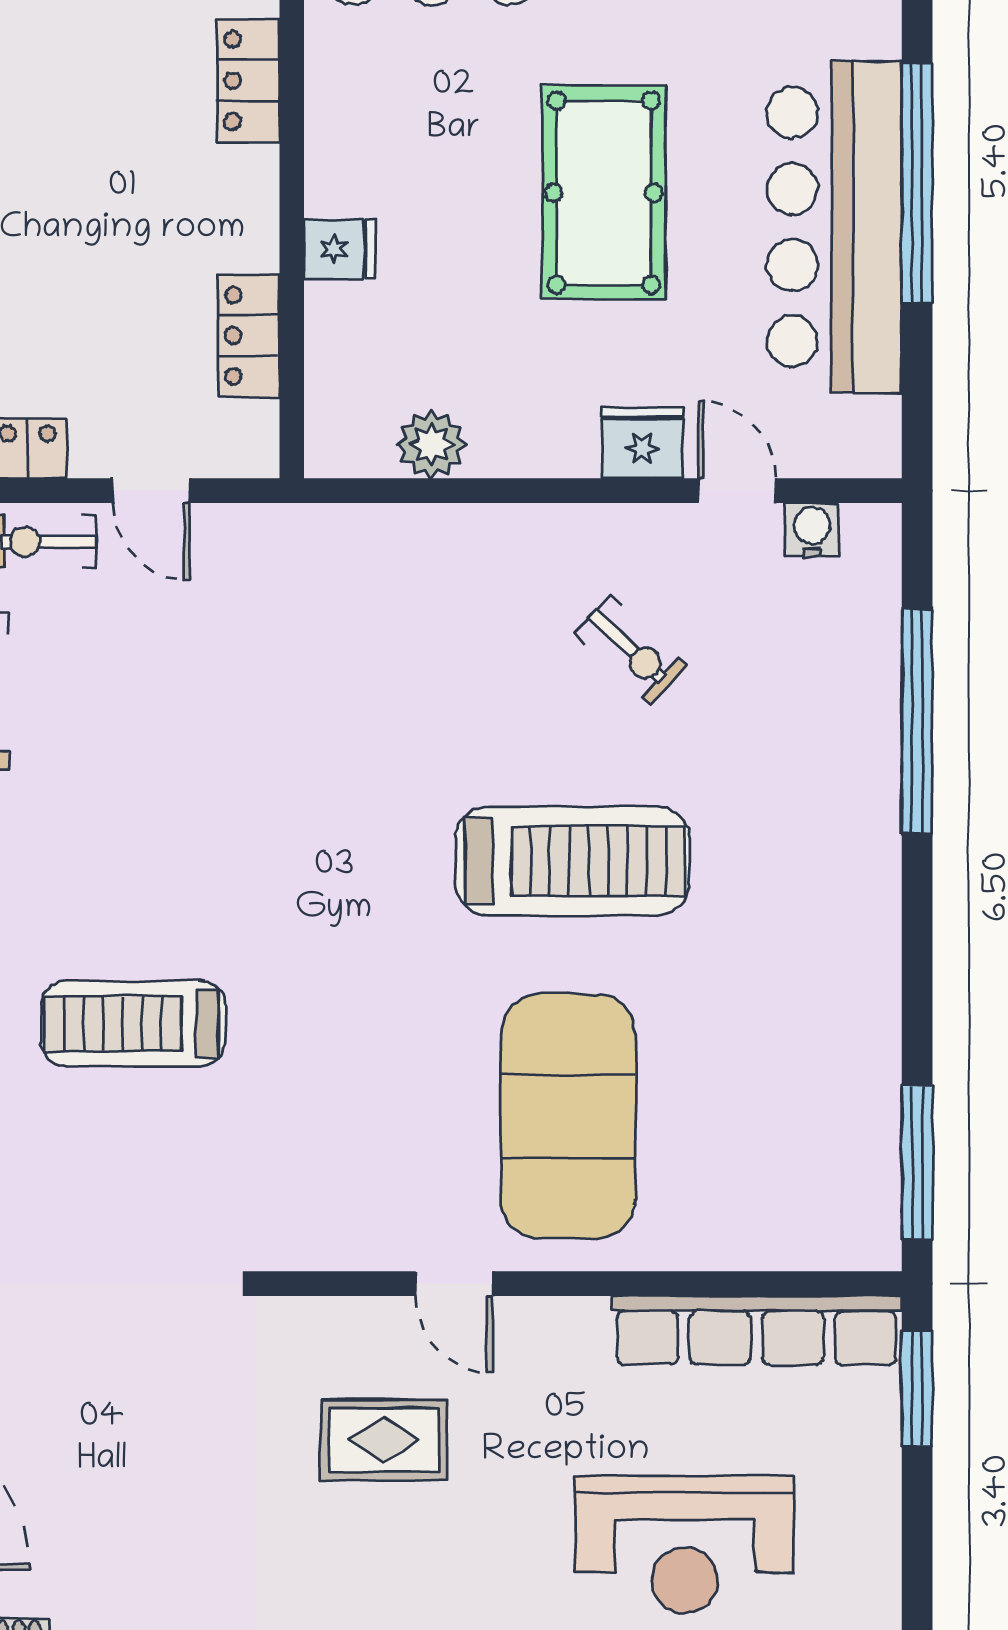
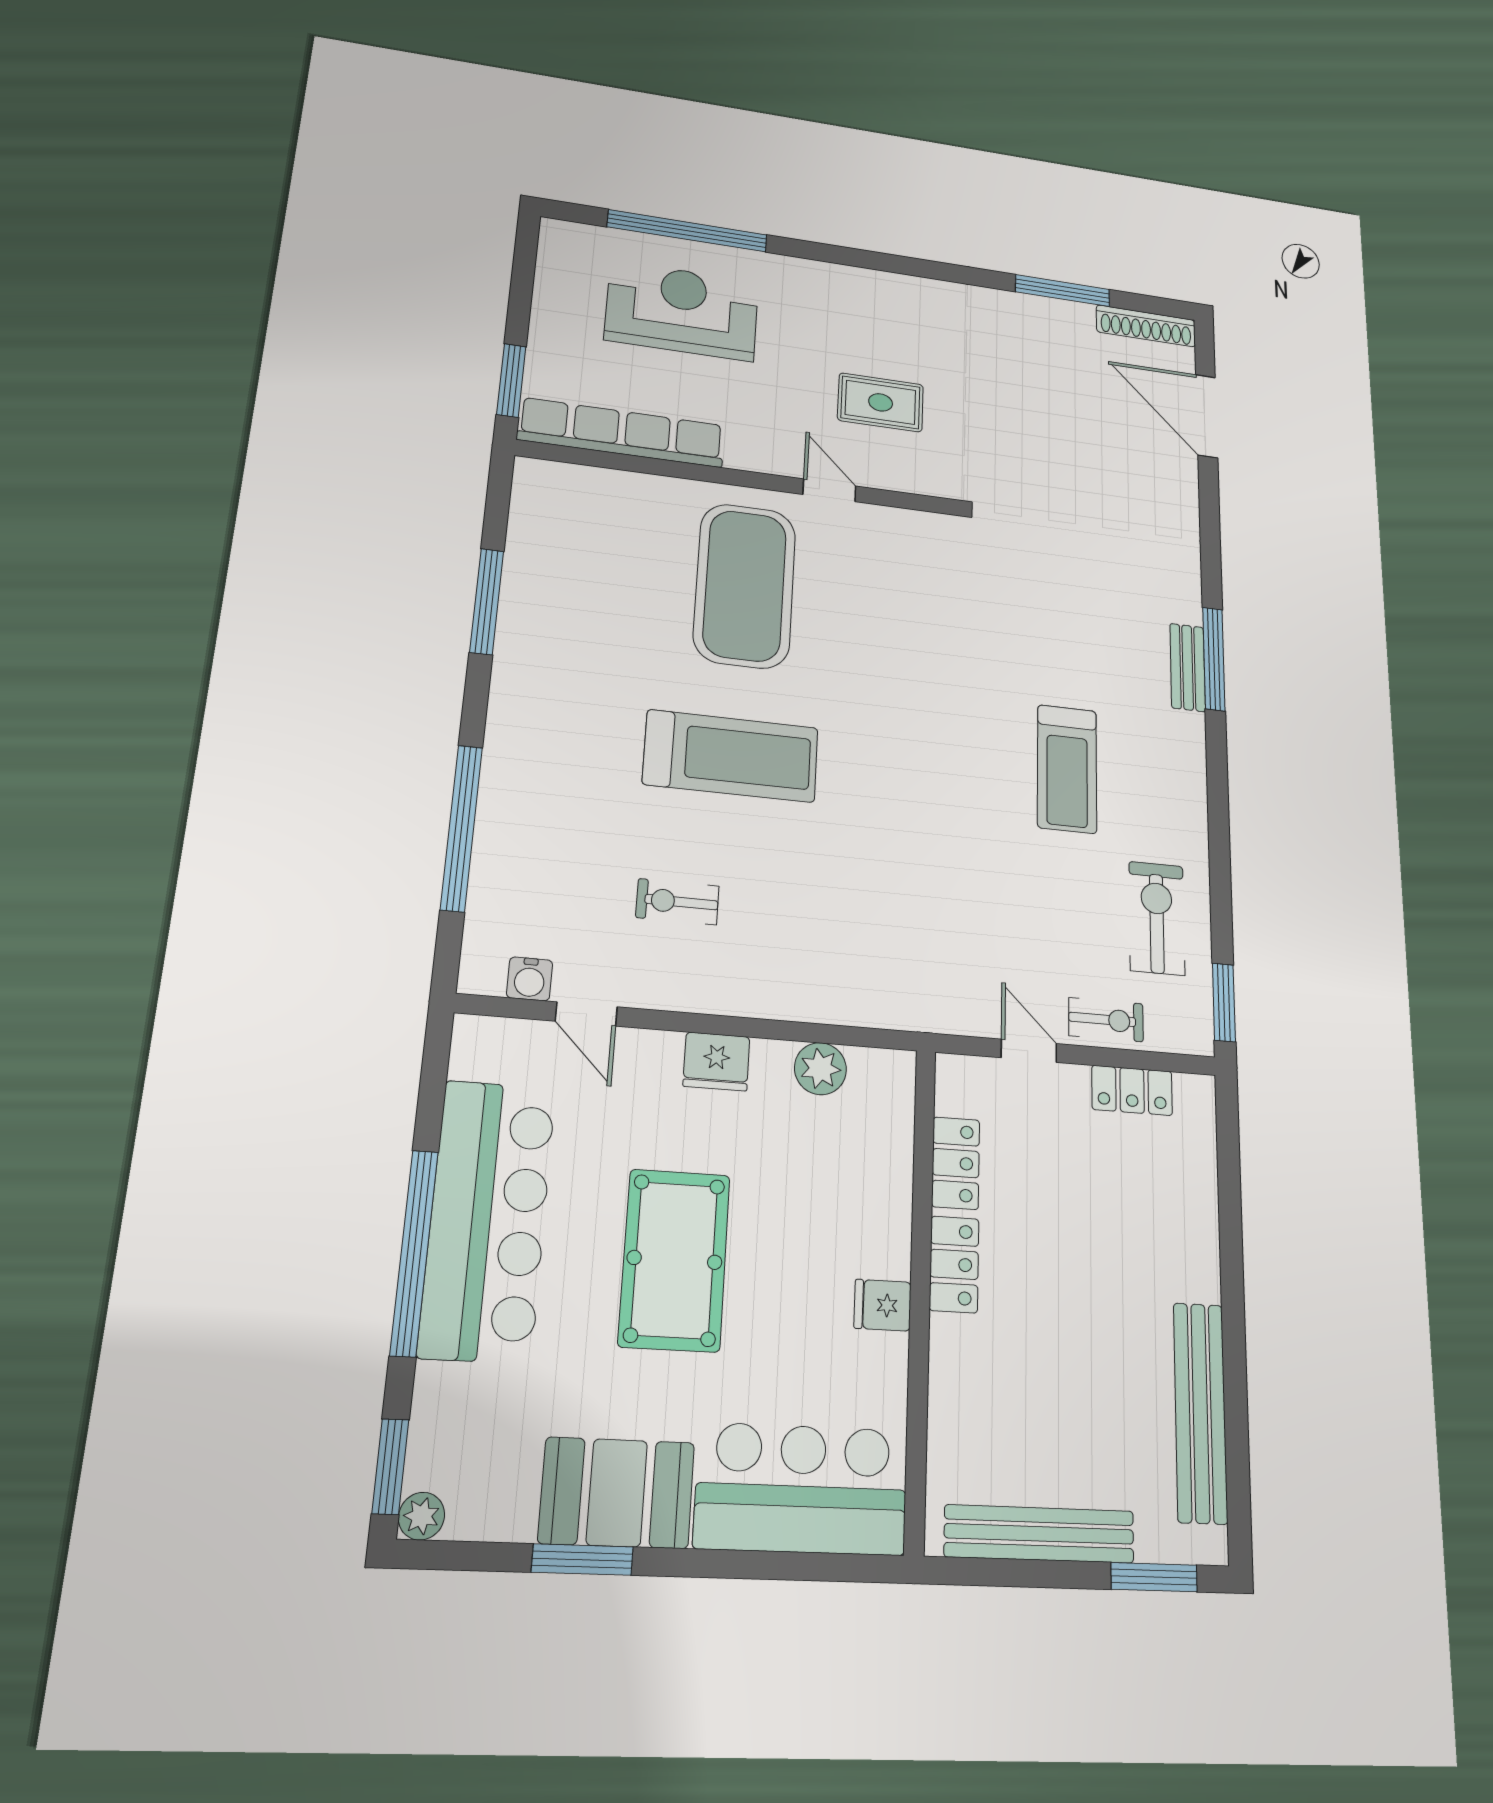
locker: (248, 80) -> (954, 1264), moved
fridge: (340, 249) -> (883, 1305), moved
fridge: (642, 443) -> (716, 1061), moved
exercise bike: (631, 650) -> (677, 902), turned -43
treadmill: (573, 861) -> (731, 756), turned 180
treadmill: (133, 1024) -> (1067, 769), moved, turned 90
window: (917, 1163) -> (487, 601), moved

